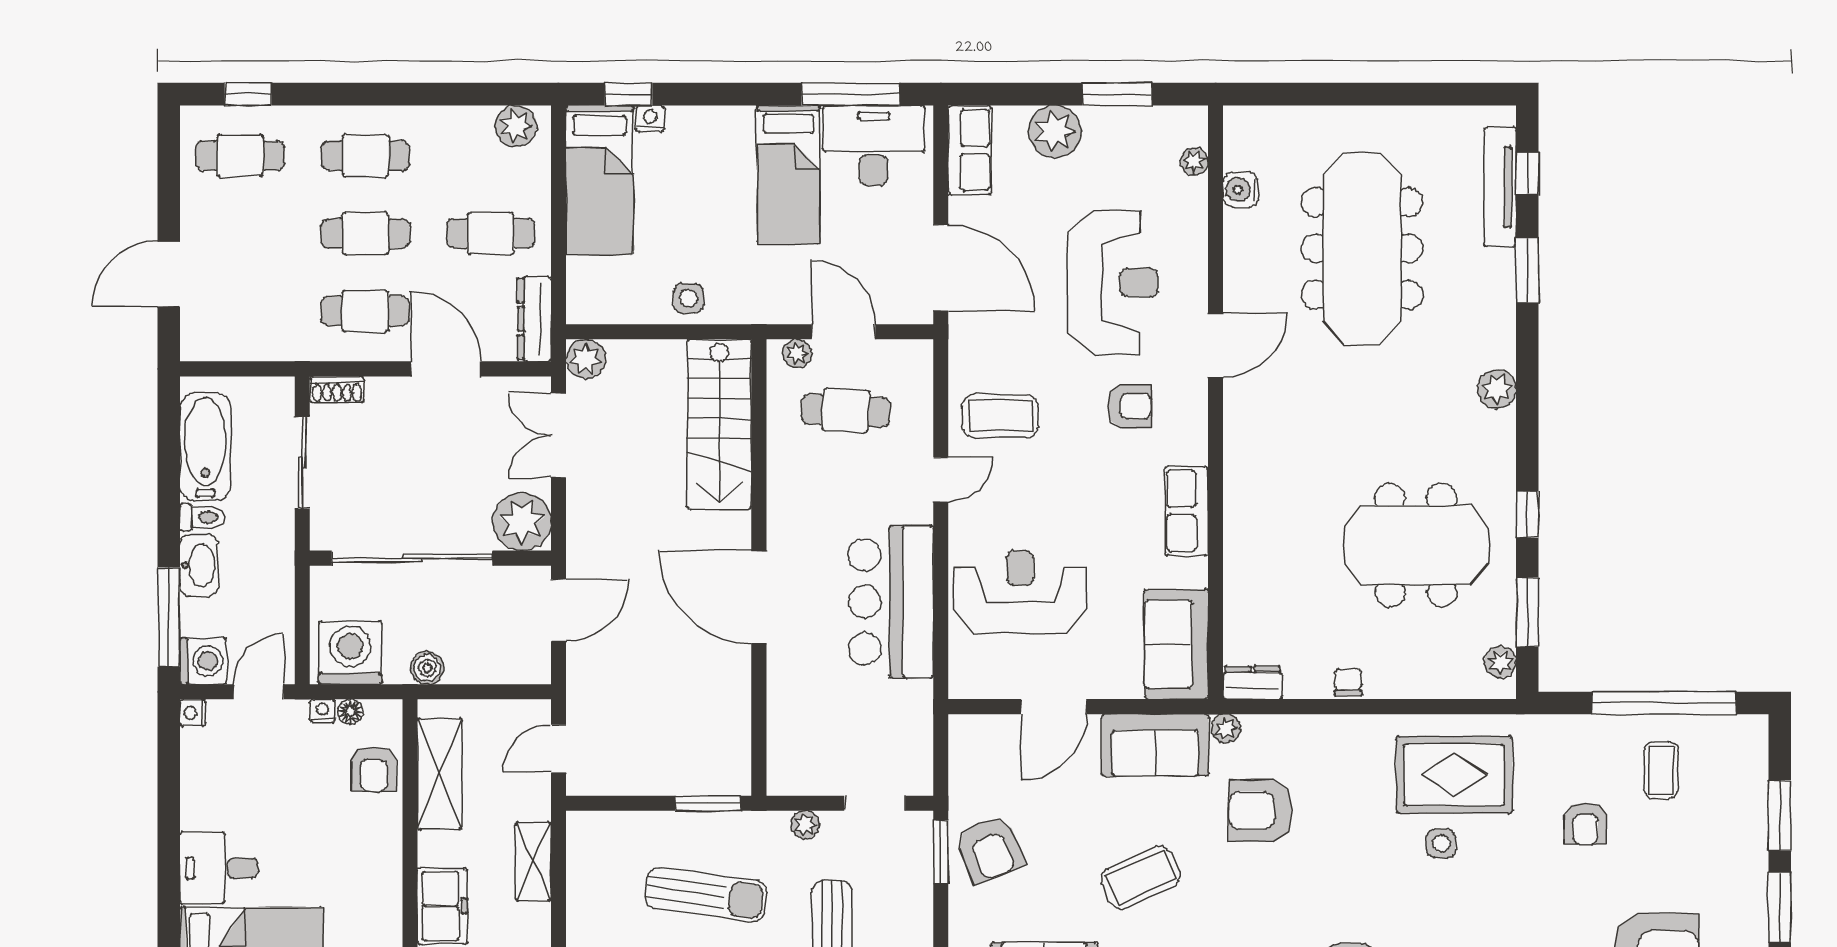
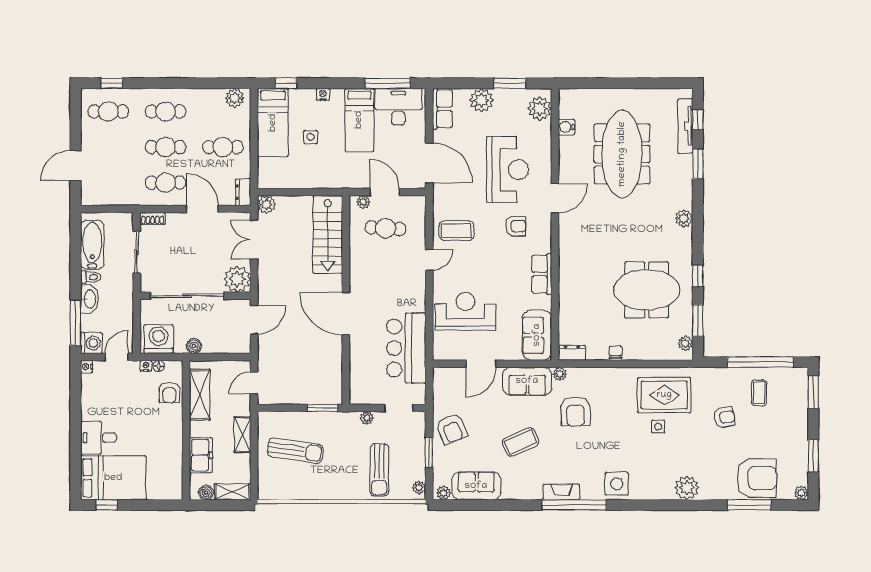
nightstand: (650, 119) -> (323, 94), moved
plant: (1194, 161) -> (540, 109), width x1.88, depth x1.88
side table: (689, 298) -> (311, 137), moved
dresser: (534, 319) -> (243, 192), width x0.70
bar counter: (891, 602) -> (406, 348), moved
armchair: (1260, 811) -> (575, 411), turned -91
window: (1780, 815) -> (813, 392), moved
armchair: (1585, 824) -> (724, 417), turned -99
window: (941, 852) -> (429, 452), moved
sun lounger: (706, 895) -> (295, 451), moved

